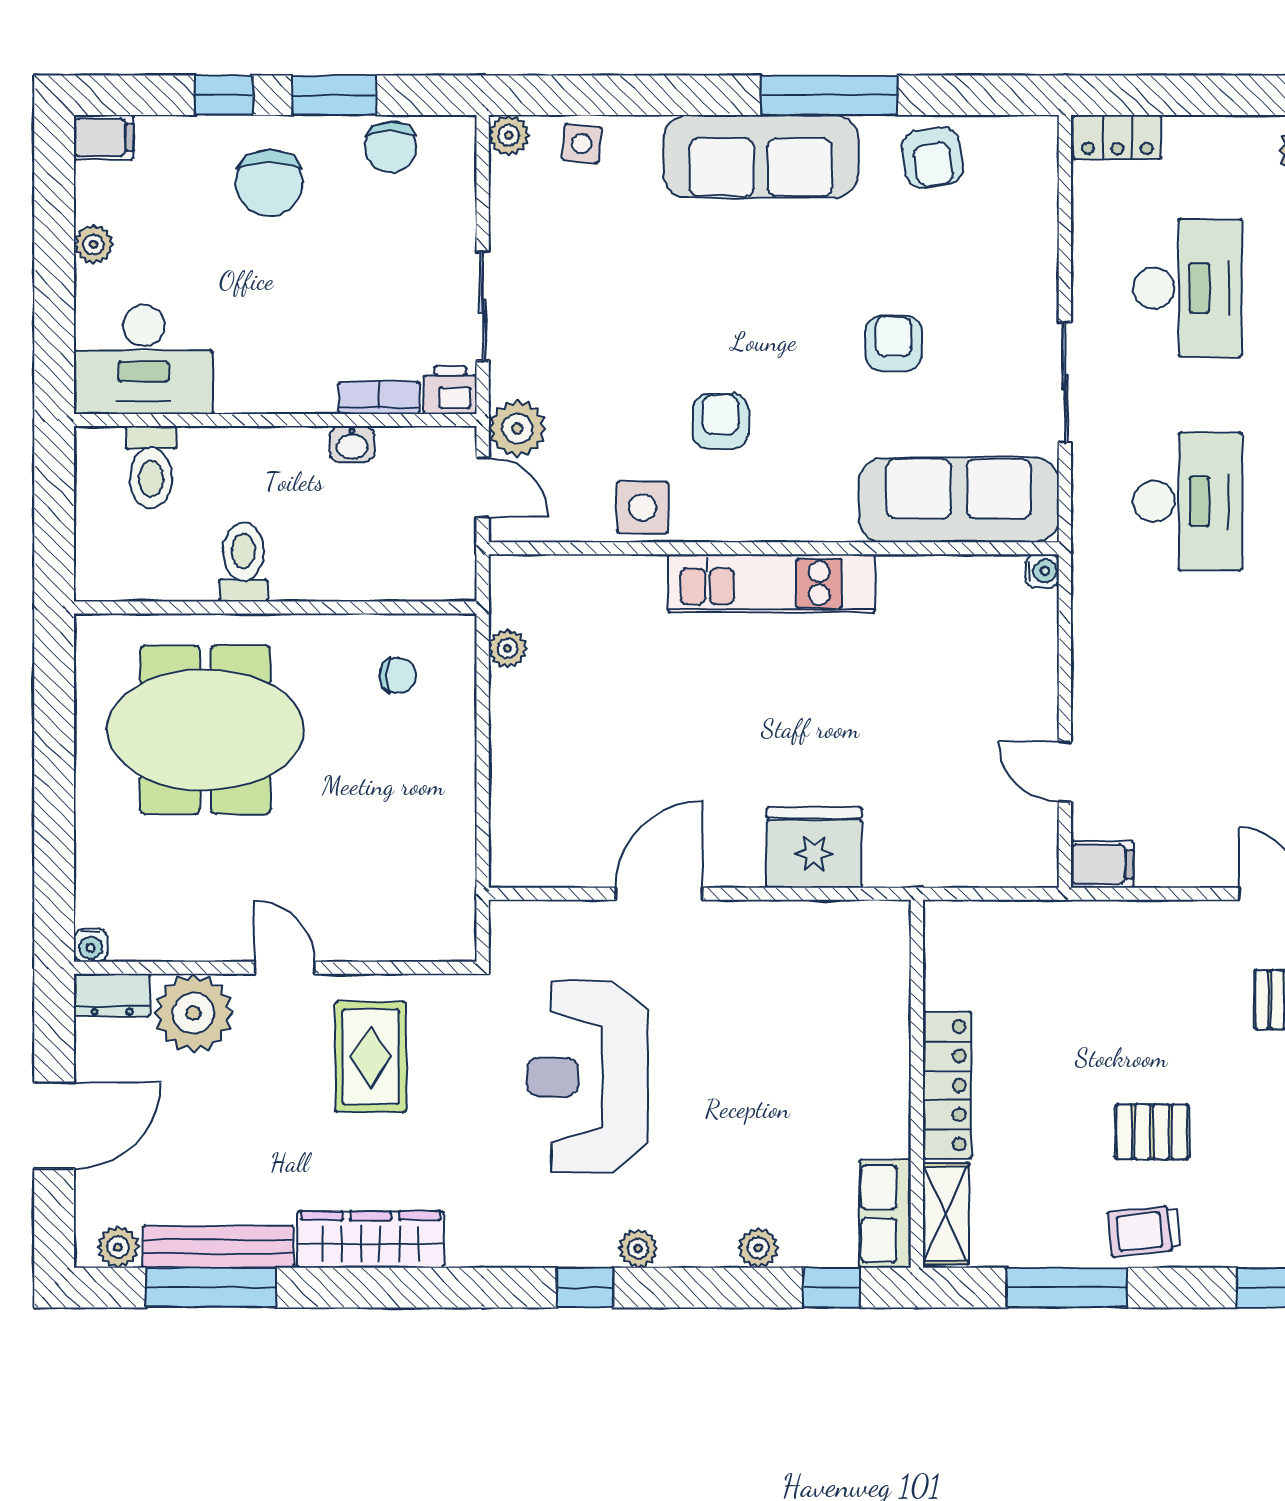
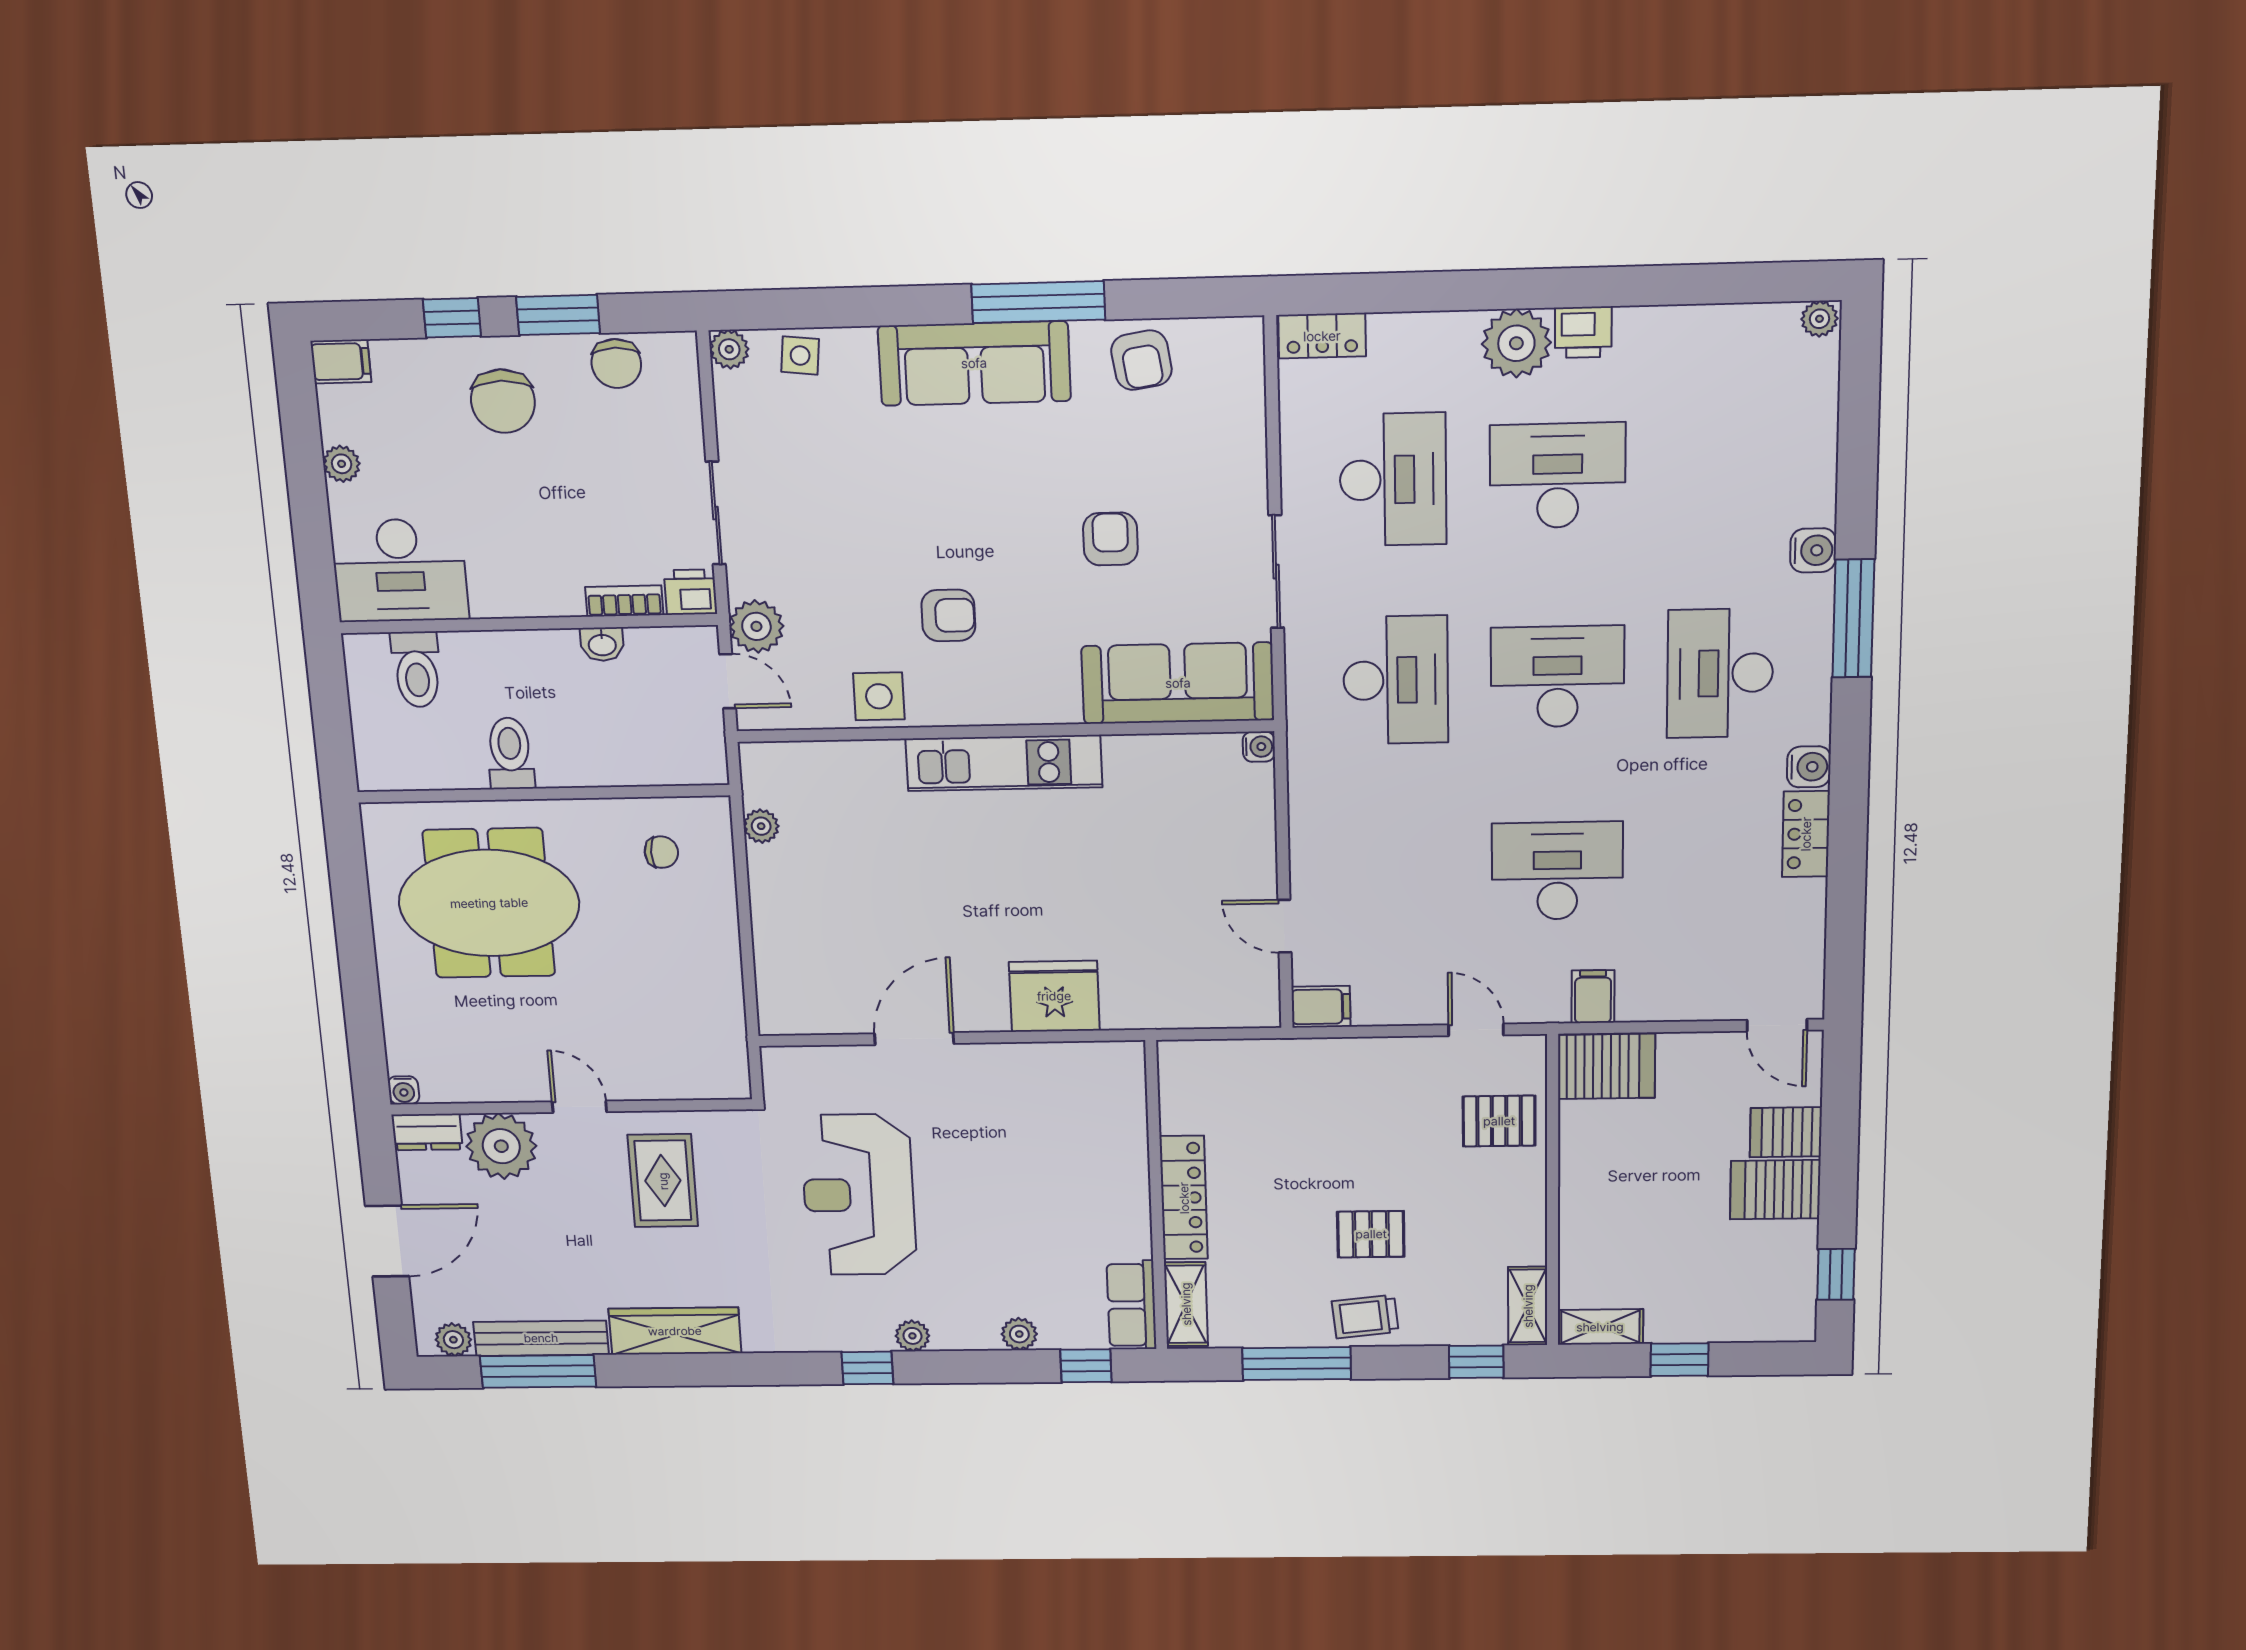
armchair: (721, 421) -> (948, 615), turned 90

